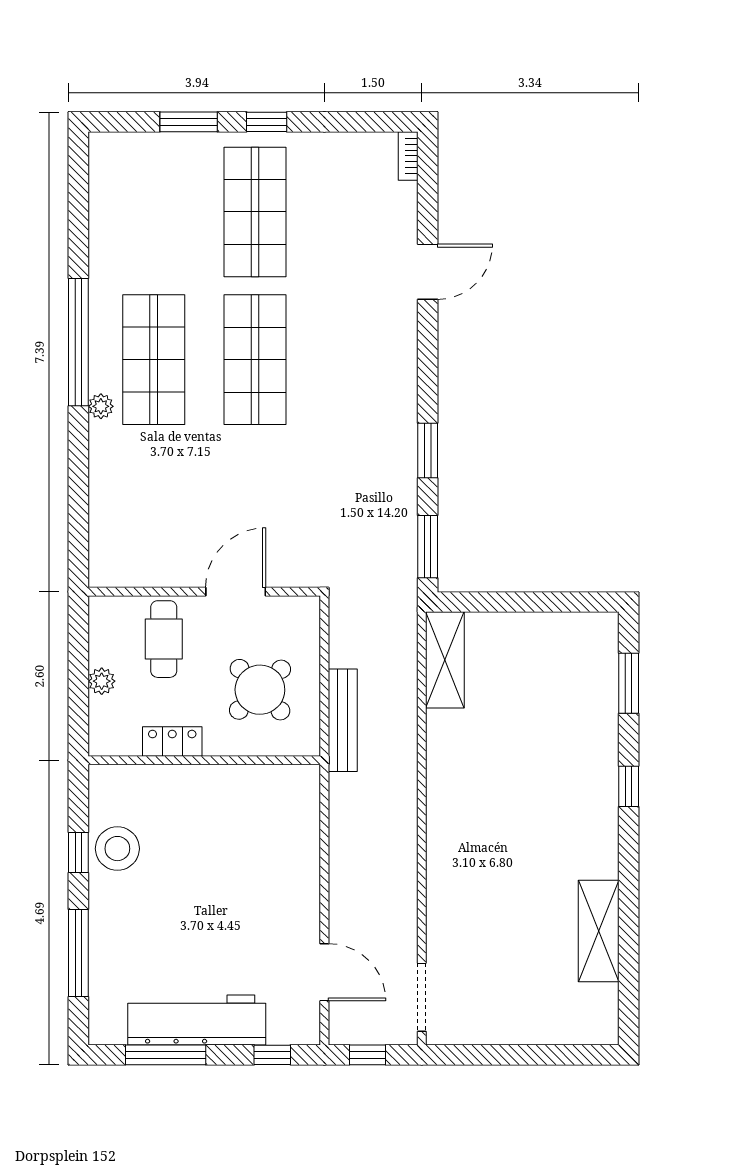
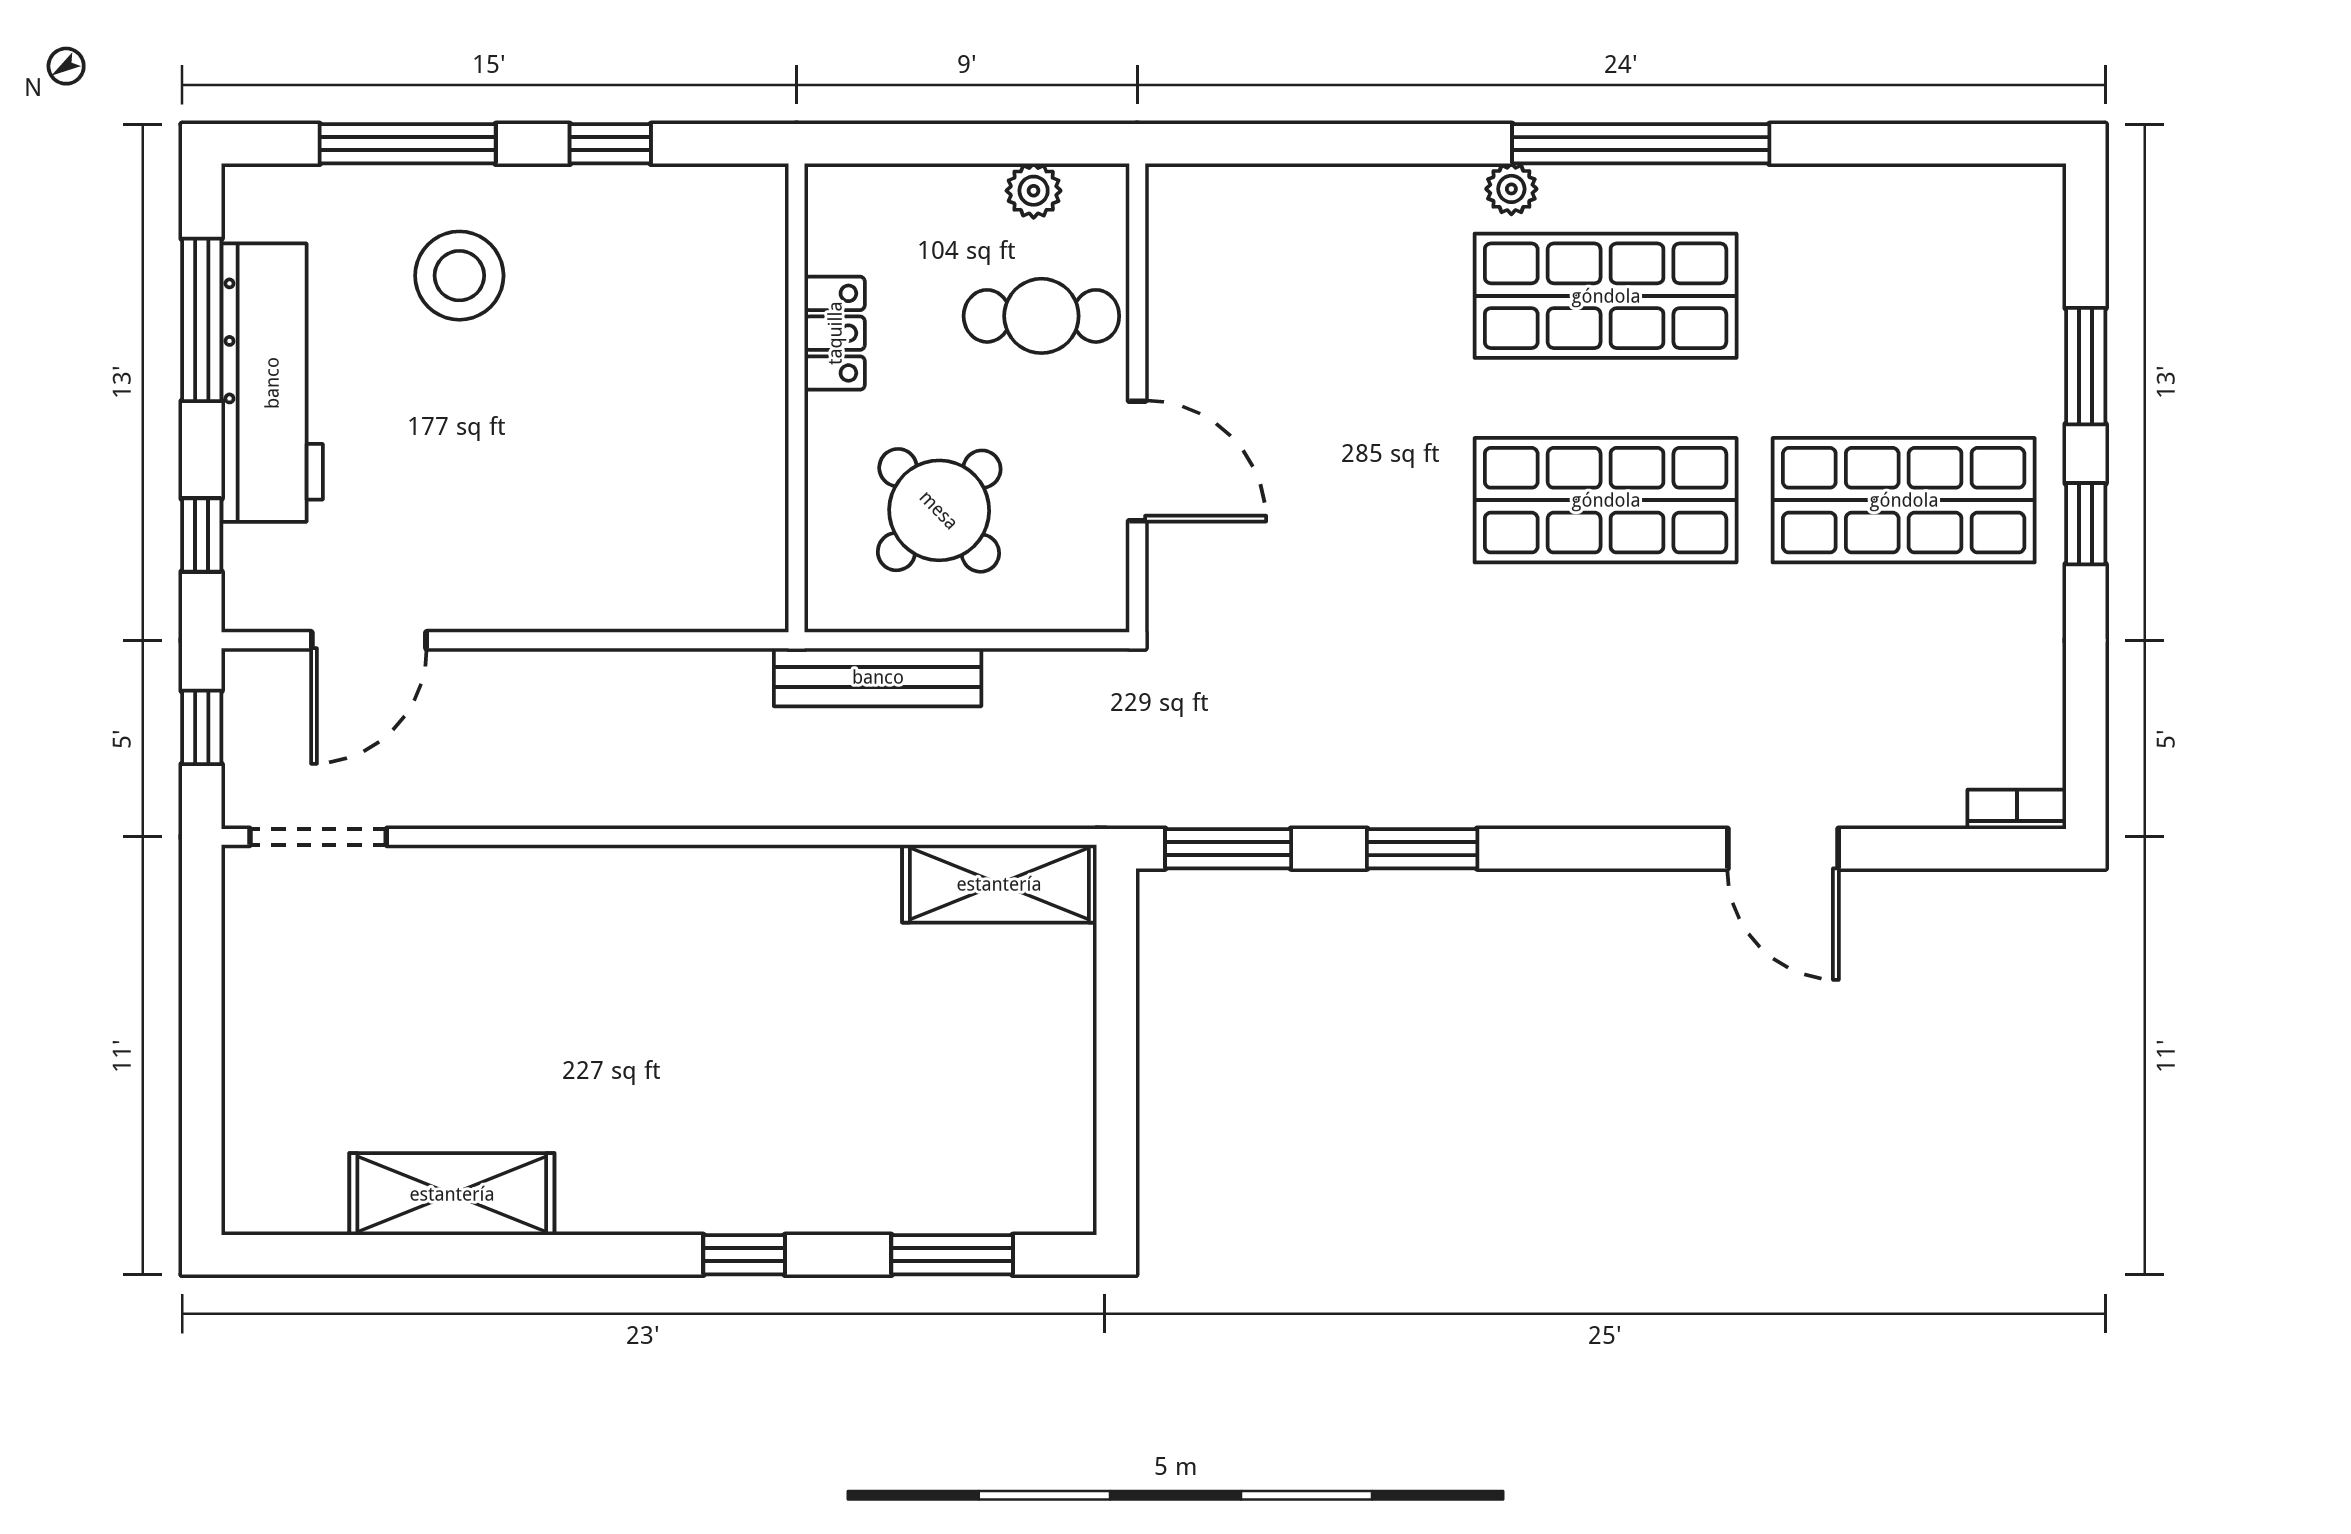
plant: (102, 681) -> (1034, 191), moved
stool: (117, 849) -> (459, 276), moved

